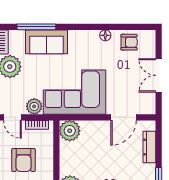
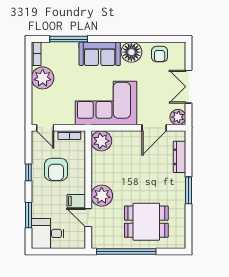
floor lamp: (105, 35) -> (131, 52), width x1.89, depth x1.89
sofa: (46, 42) -> (100, 54), moved
armchair: (129, 42) -> (160, 54), turned 90
plant: (34, 106) -> (178, 117), moved

